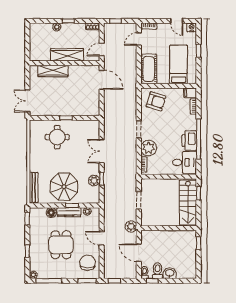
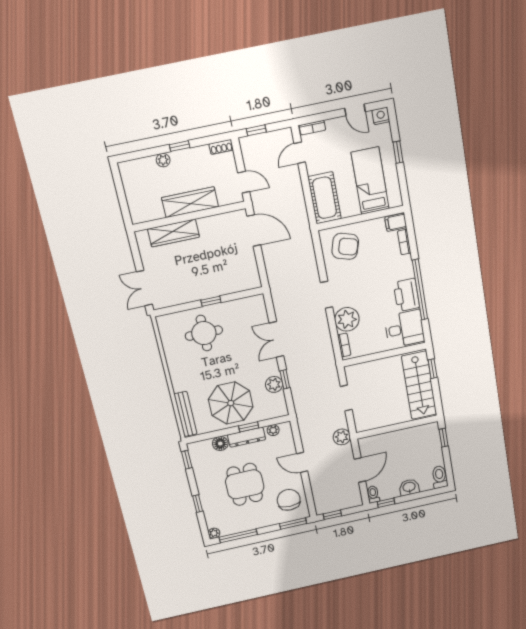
door: (102, 50) -> (244, 182), swing flipped
door: (139, 253) -> (360, 470), swing flipped
toilet: (158, 271) -> (440, 477), moved

